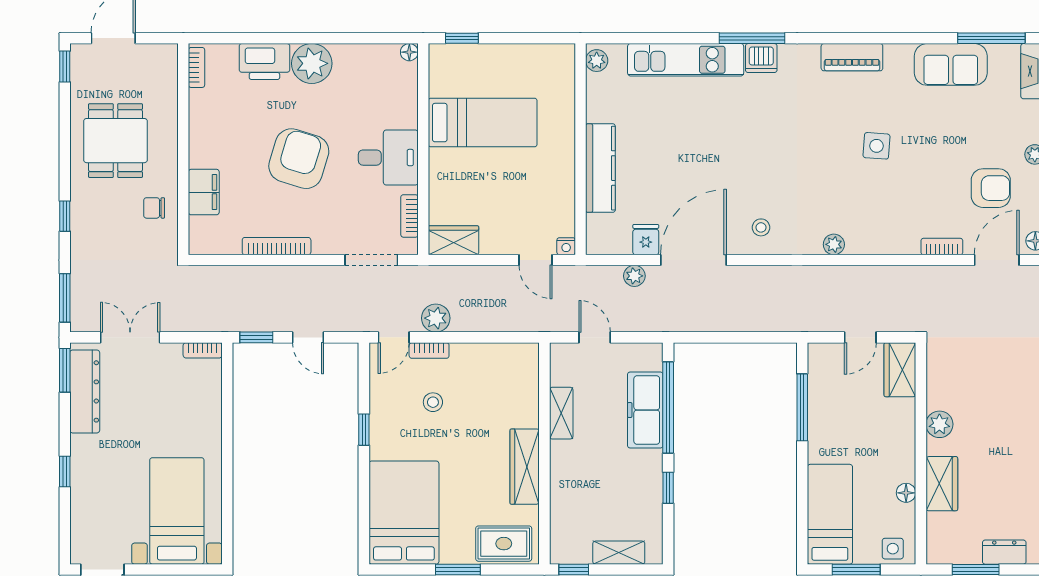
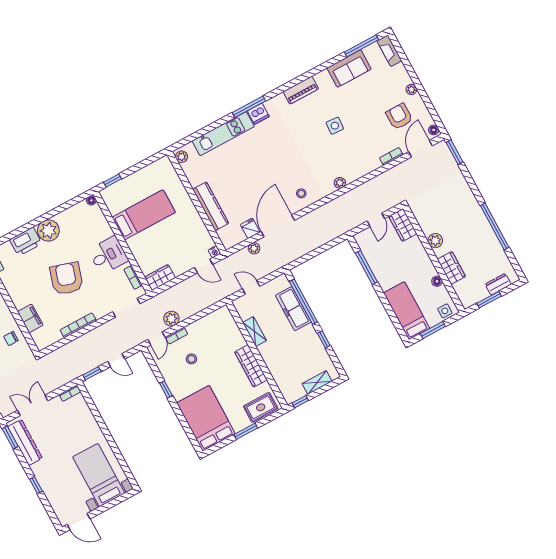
armchair: (991, 188) -> (399, 116), turned -90

